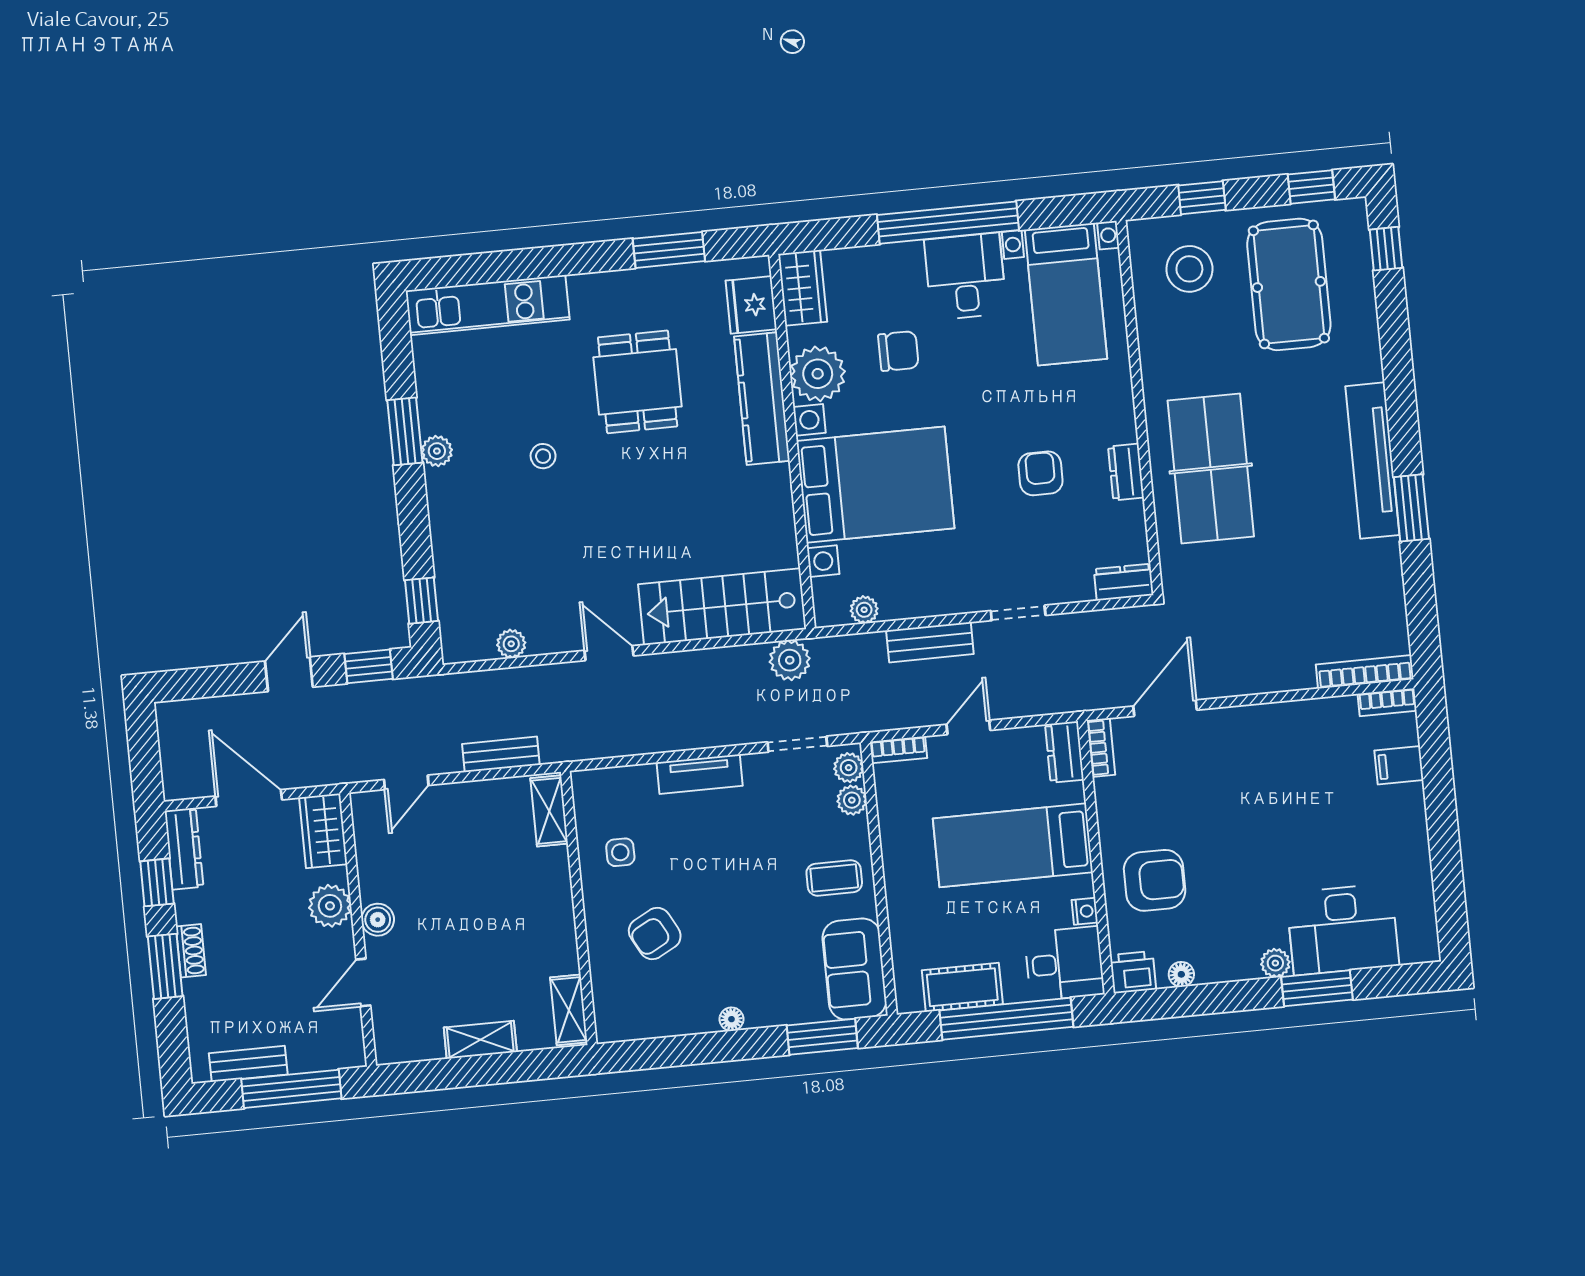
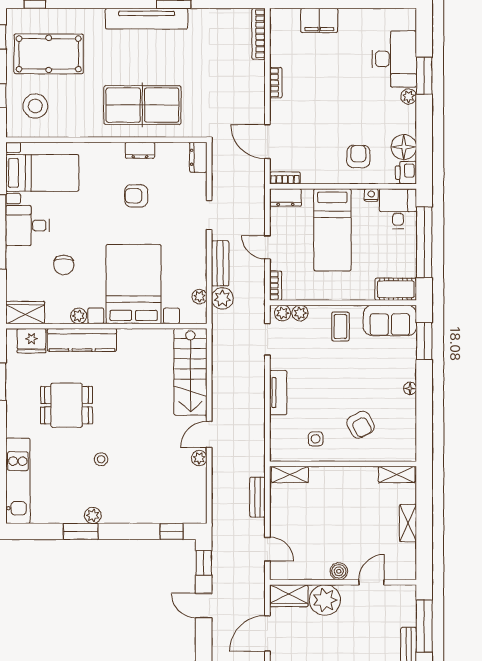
chair: (898, 351) -> (64, 265), turned 180
plant: (818, 374) -> (78, 316), width x0.53, depth x0.53
plant: (511, 644) -> (199, 458), moved
plant: (790, 660) -> (222, 298), moved
bookcase: (1387, 702) -> (276, 83), moved
filing cabinet: (1399, 765) -> (319, 20), width x2.00
armchair: (1155, 880) -> (358, 156), width x0.72, depth x0.72
plant: (330, 906) -> (325, 600), width x1.36, depth x1.36
floor lamp: (1181, 974) -> (404, 147), width x1.89, depth x1.89
door: (363, 982) -> (371, 582), swing flipped
cot: (962, 987) -> (396, 289), moved, turned 90

